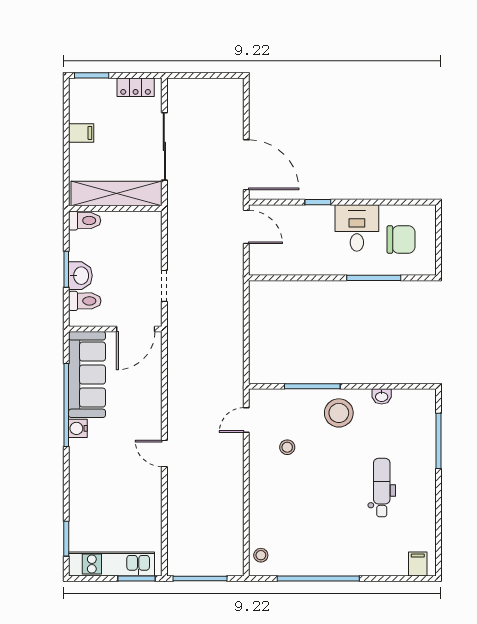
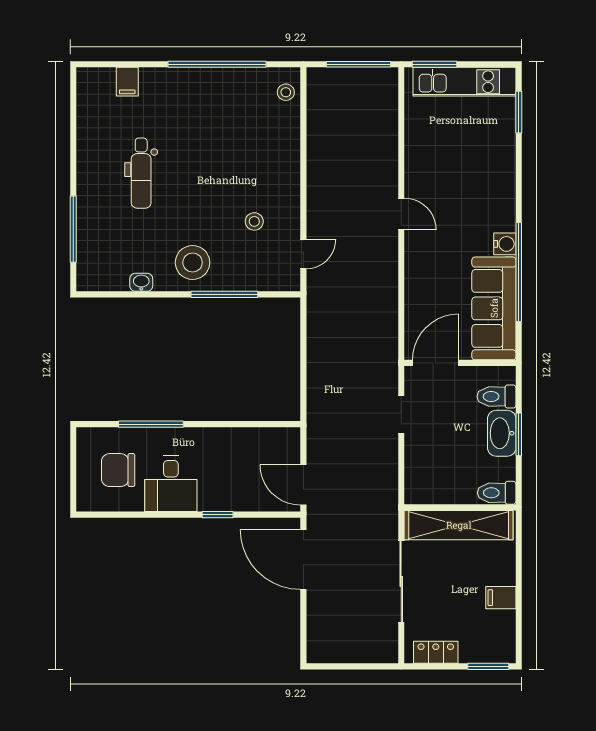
washbasin: (80, 276) -> (502, 433), width x1.38
filing cabinet: (418, 564) -> (127, 82), moved

